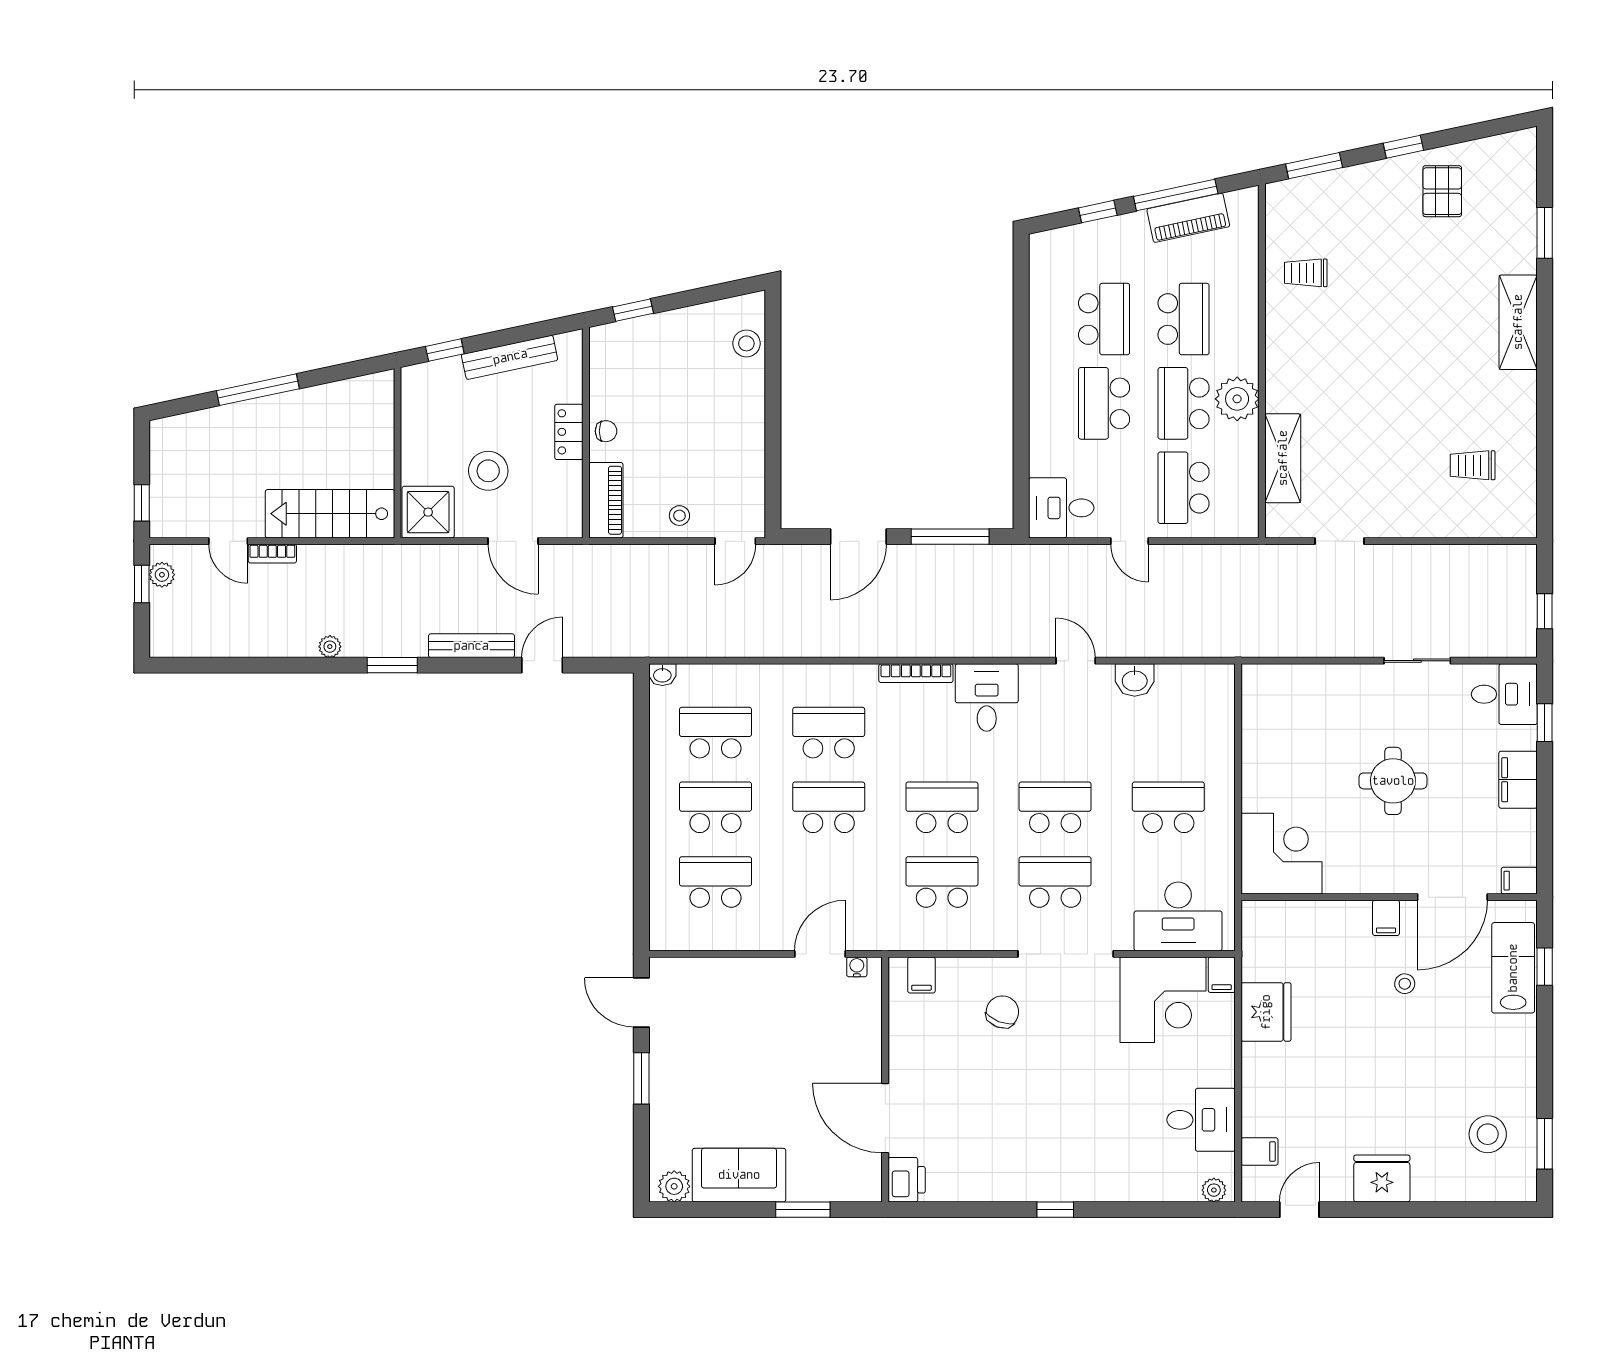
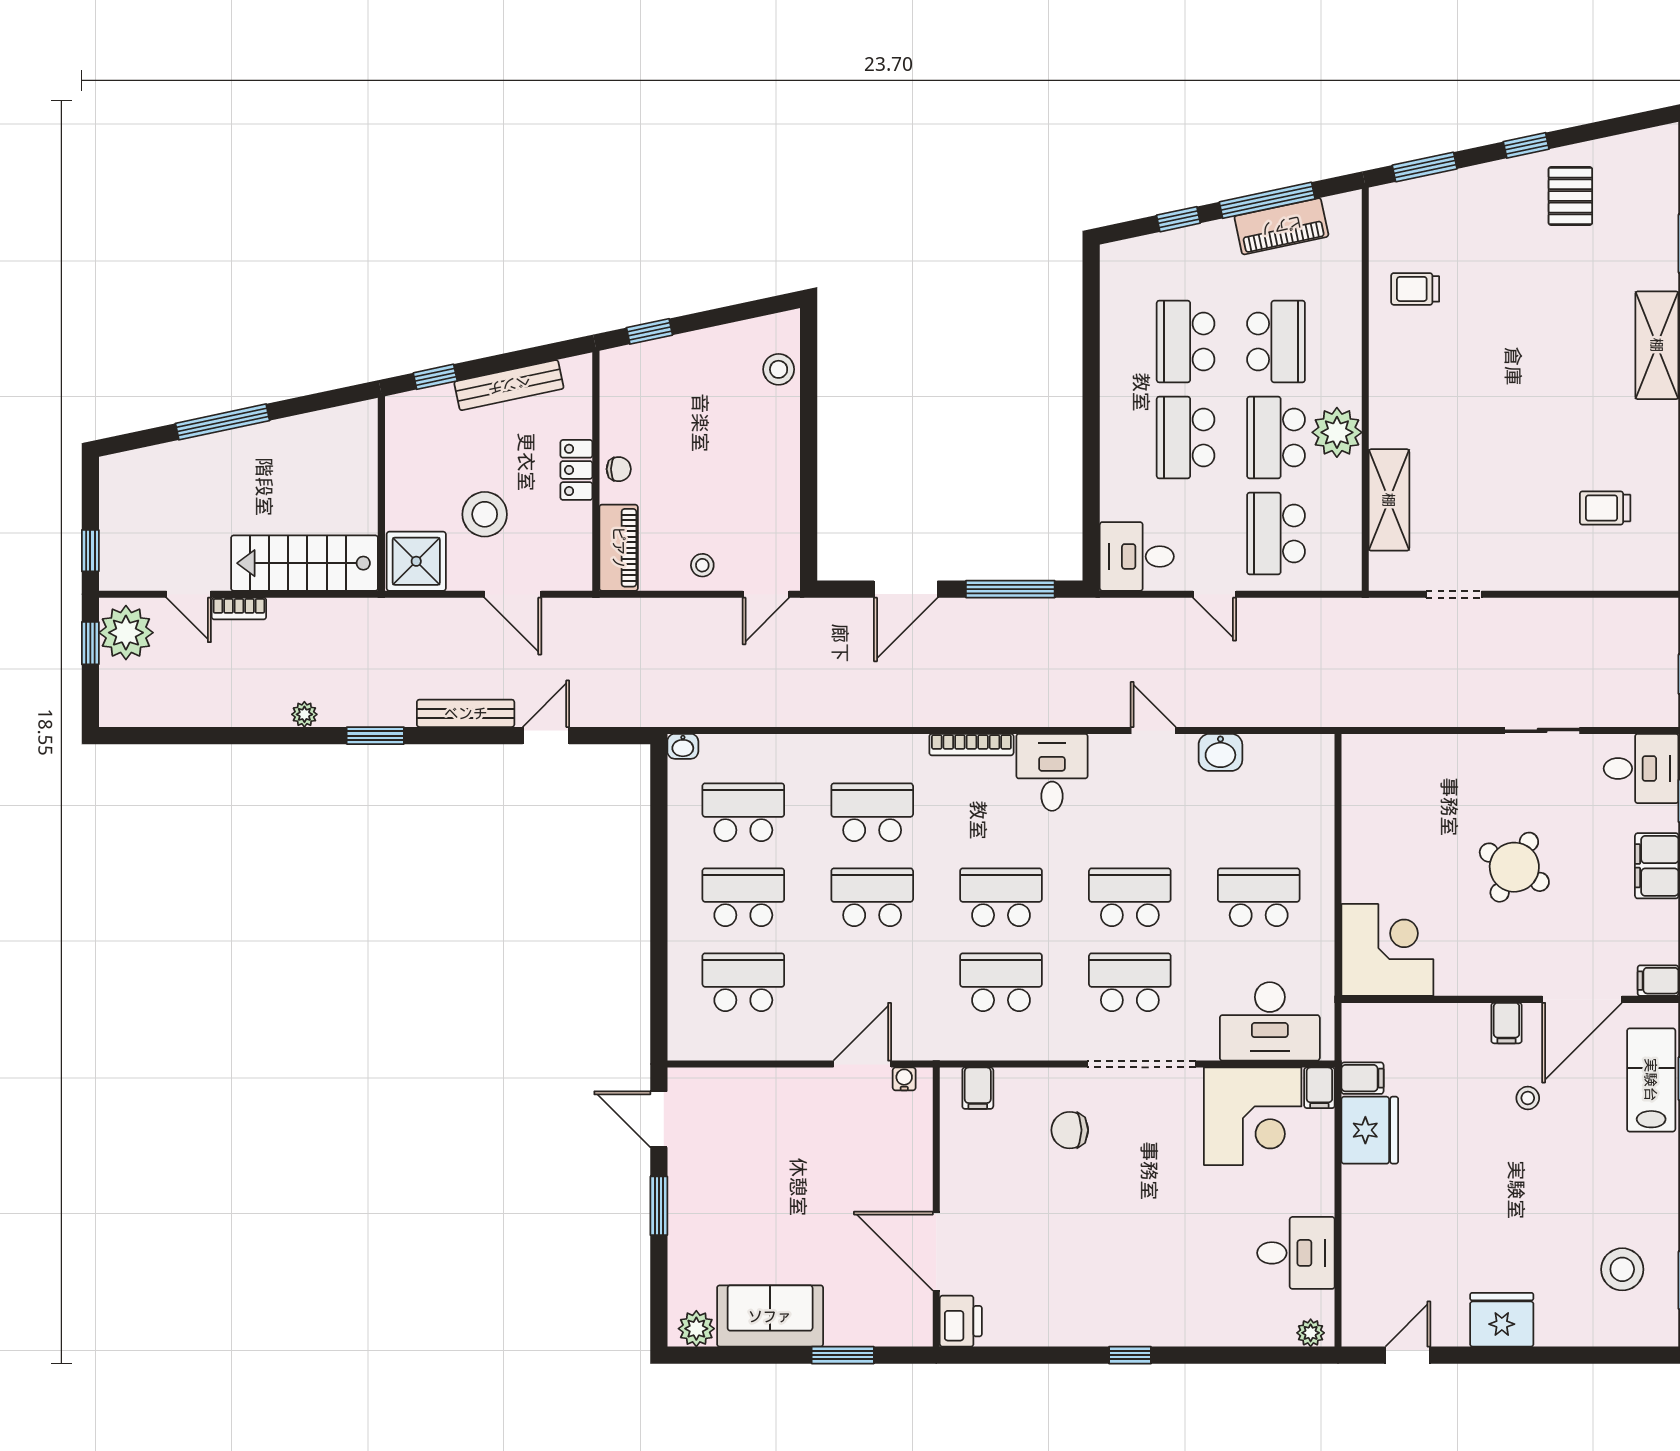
school desk: (1104, 319) -> (1186, 342), turned 180
plant: (162, 575) -> (126, 633), width x1.88, depth x1.88
round table: (1393, 781) -> (1514, 867), turned 30
chair: (1002, 1012) -> (1070, 1130), turned -111
filing cabinet: (1259, 1151) -> (1362, 1078), moved

